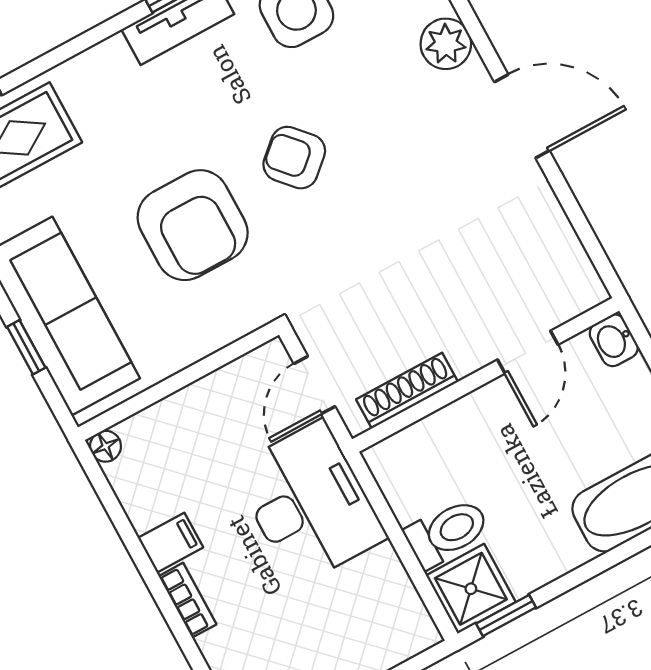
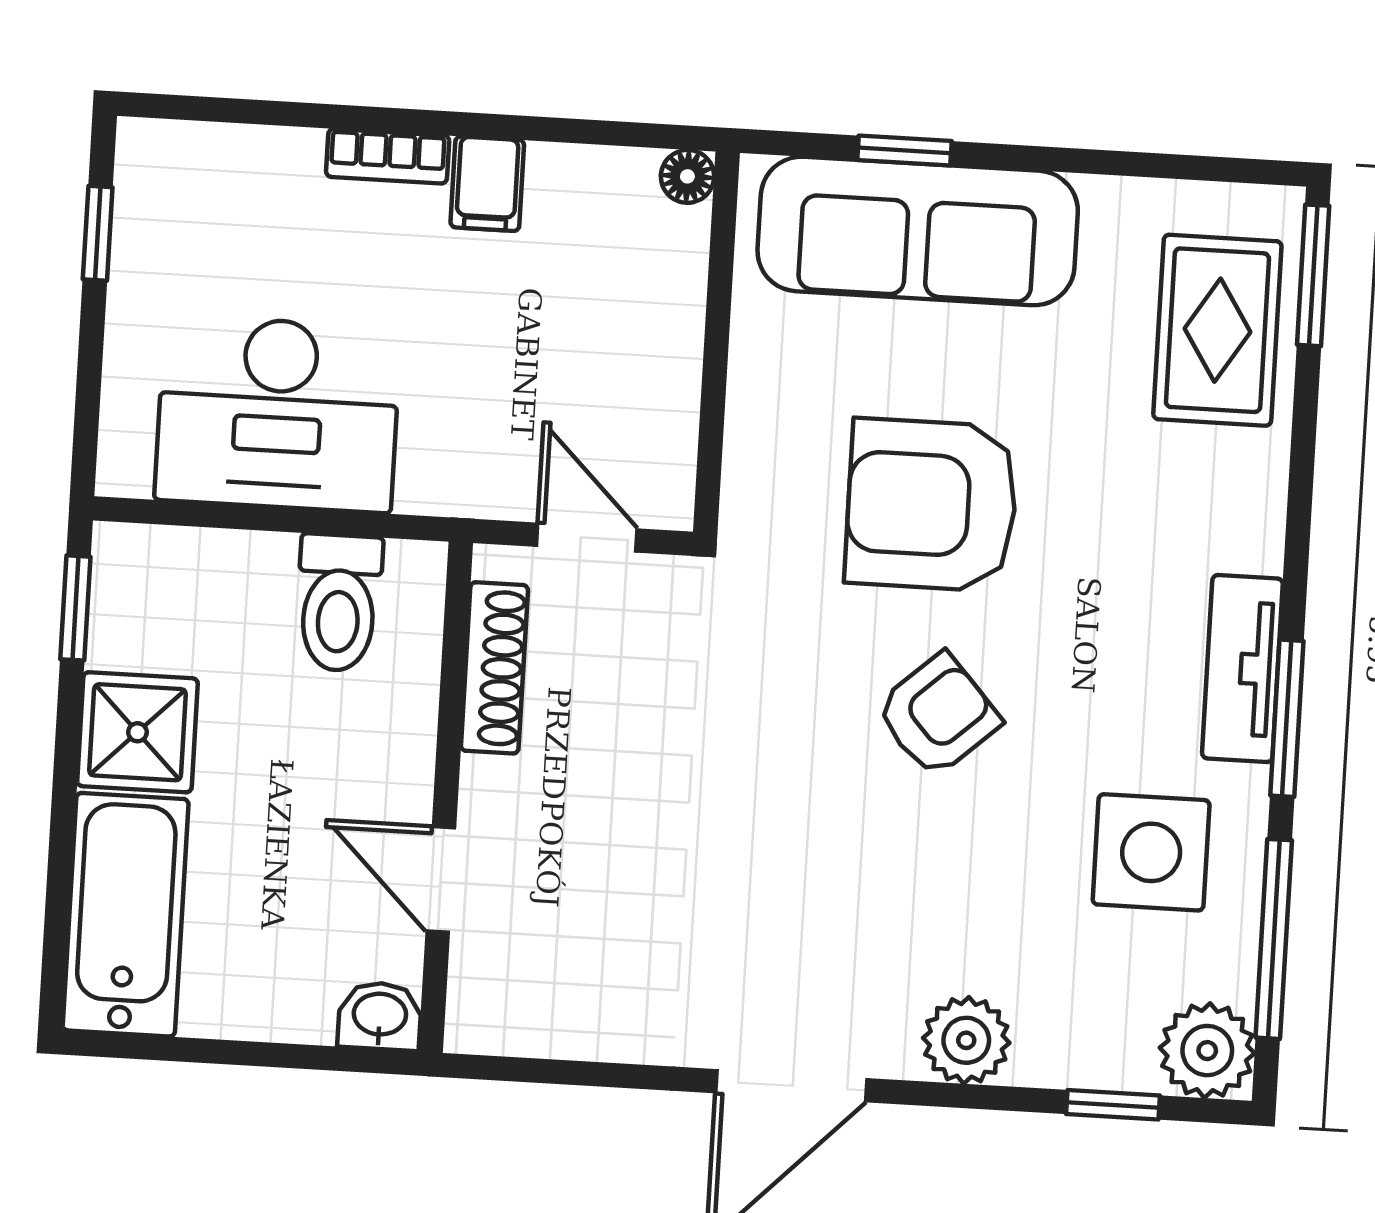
desk: (309, 503) -> (278, 414), moved
toilet: (447, 532) -> (339, 603), moved
shower: (471, 589) -> (137, 732), moved

